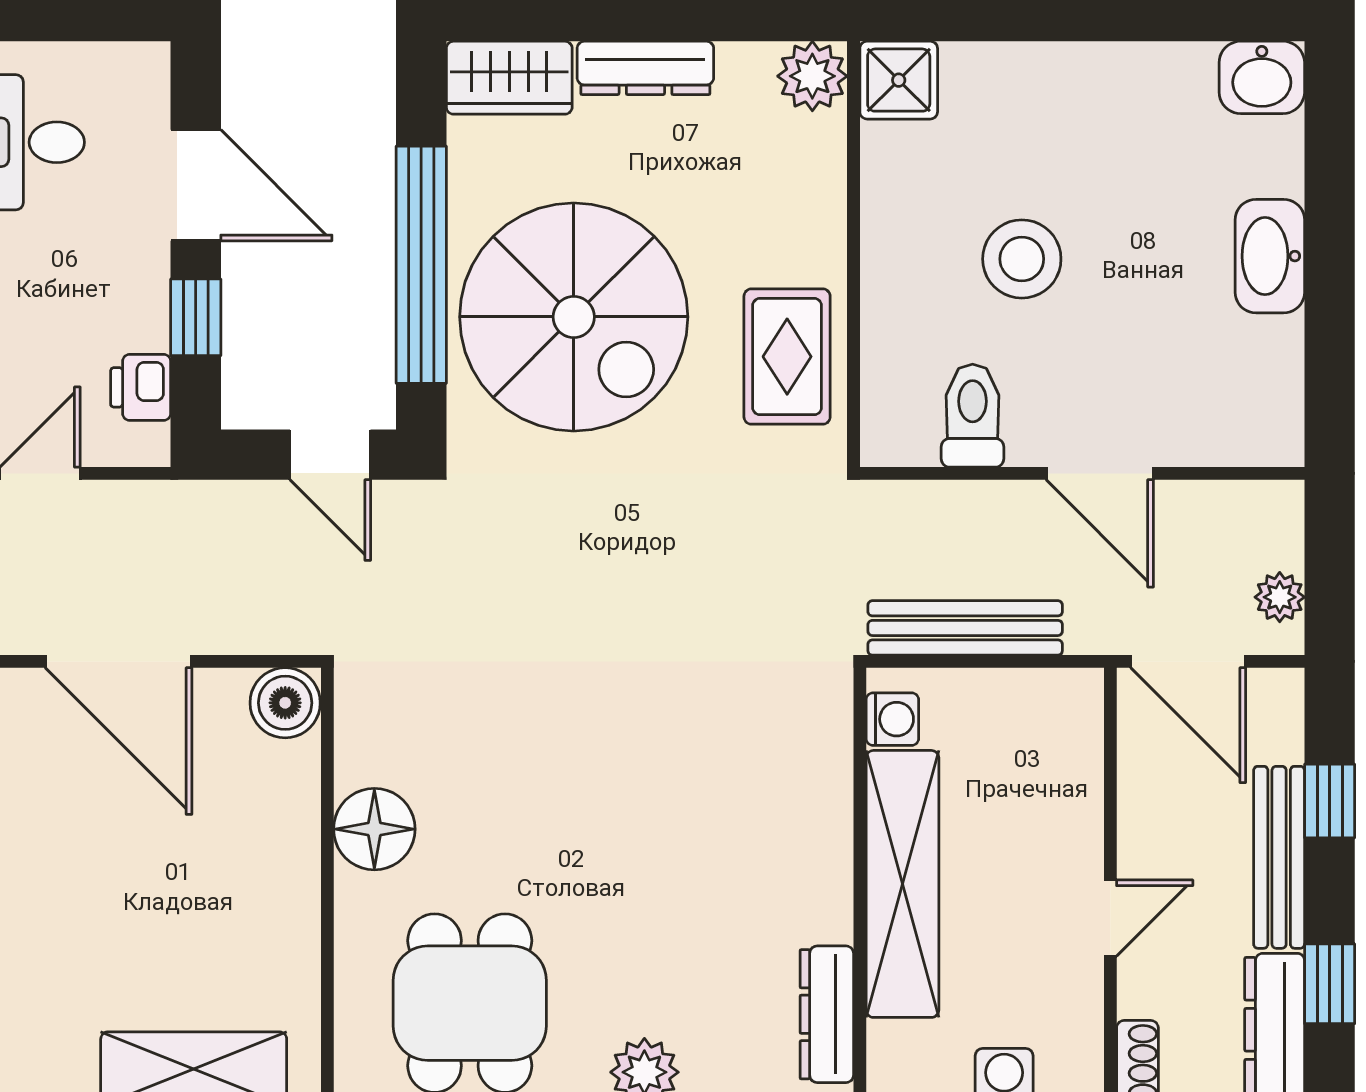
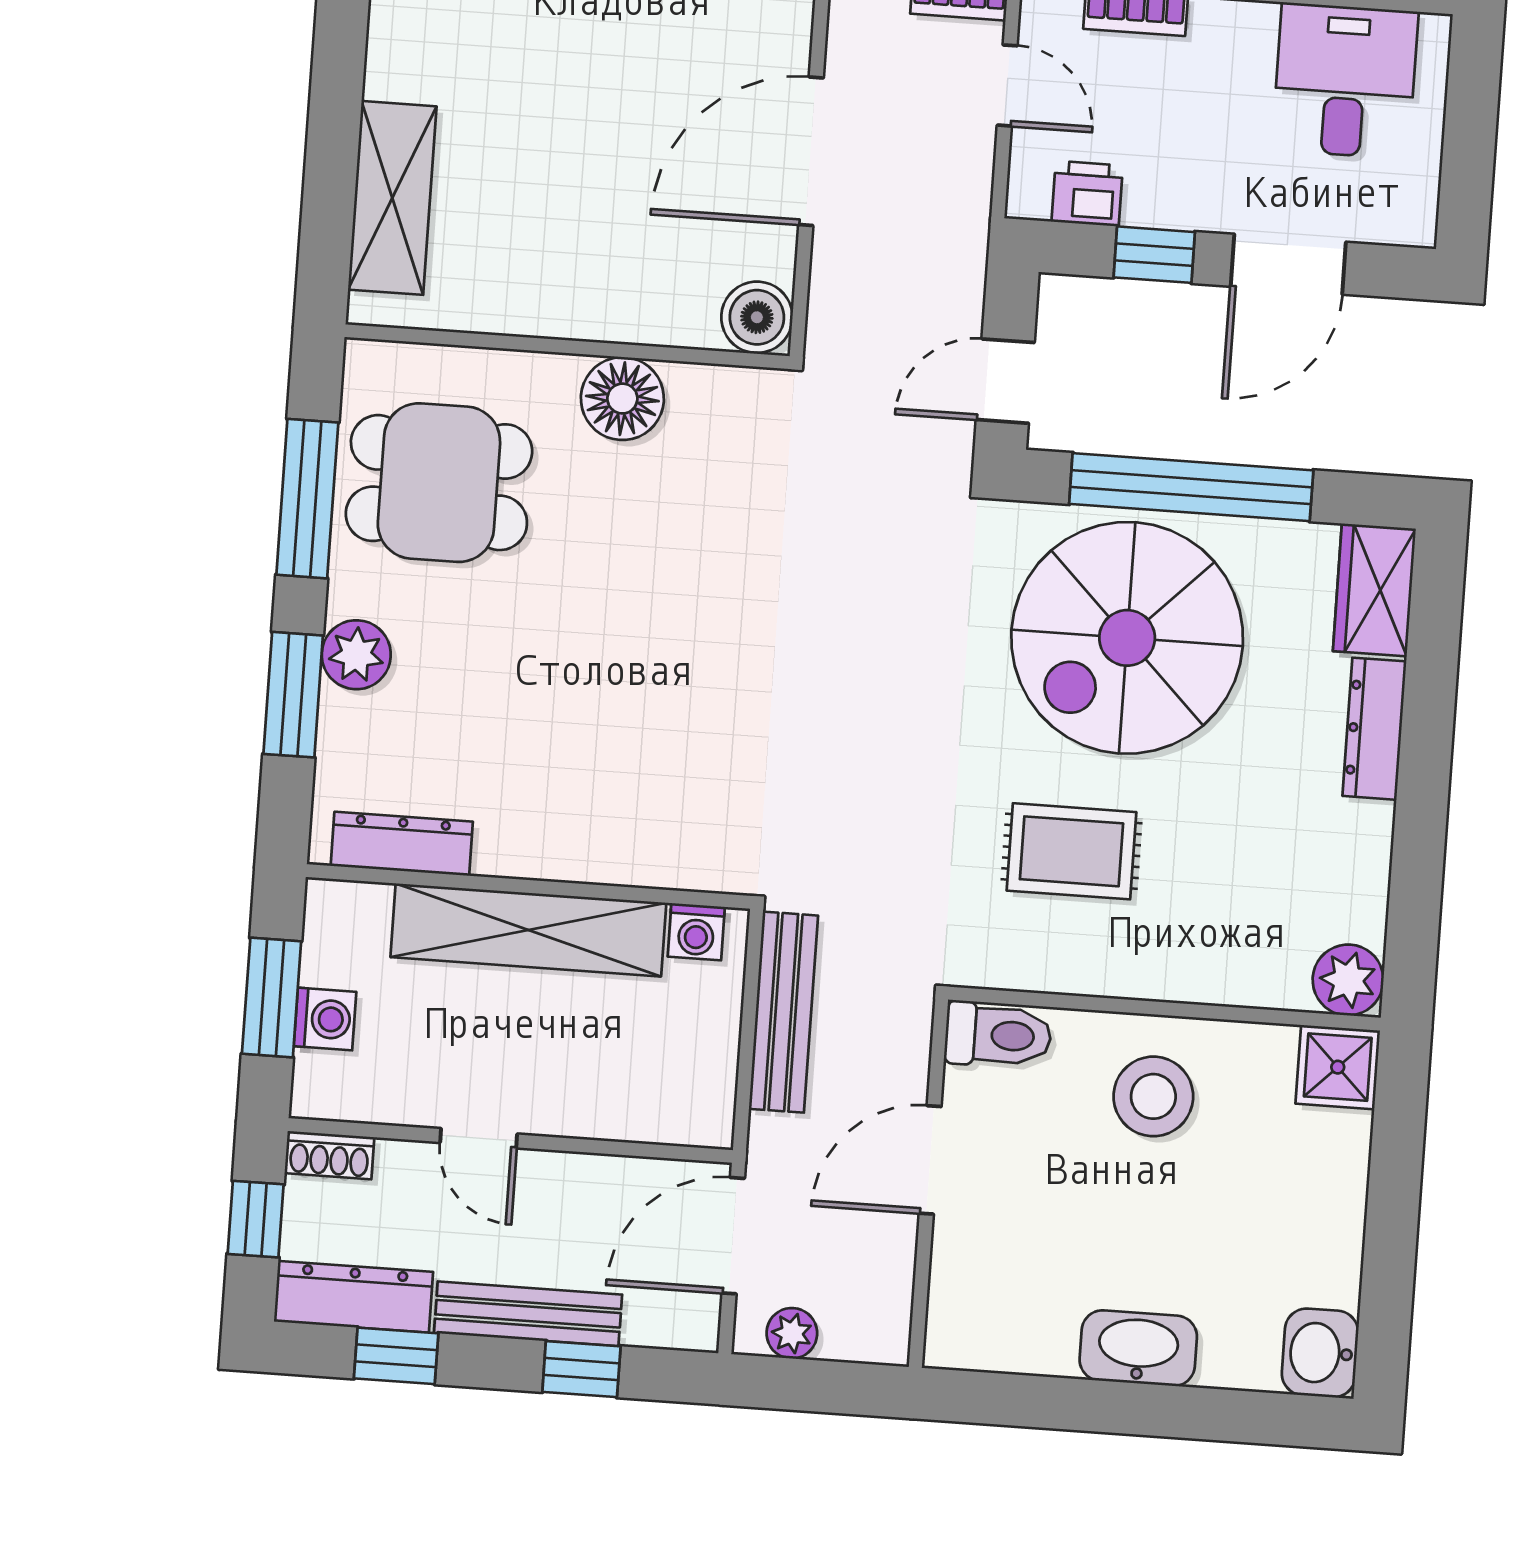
plant: (812, 76) -> (1348, 980), moved
shower: (899, 80) -> (1338, 1067), moved
wall: (854, 254) -> (1164, 1009), moved

